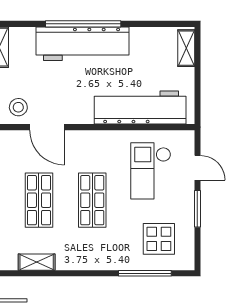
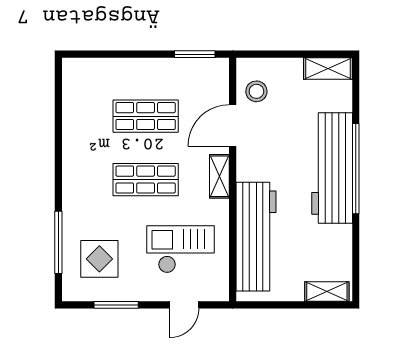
window: (197, 209) -> (116, 305), moved
shelving: (37, 262) -> (219, 176), moved

